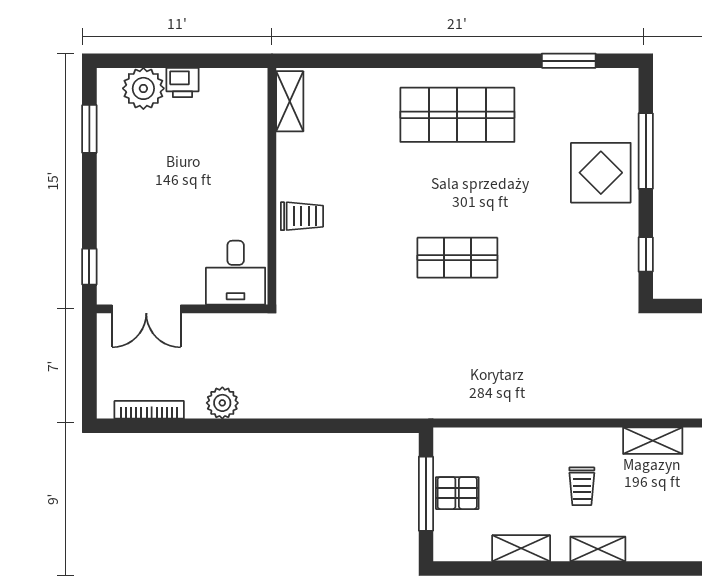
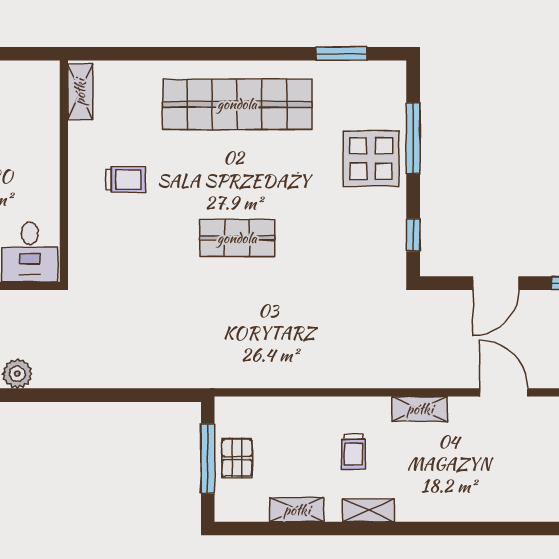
shop shelf: (457, 115) -> (237, 104), width x1.40
trolley: (302, 216) -> (126, 180), moved
pallet: (457, 493) -> (237, 458), turned 90

